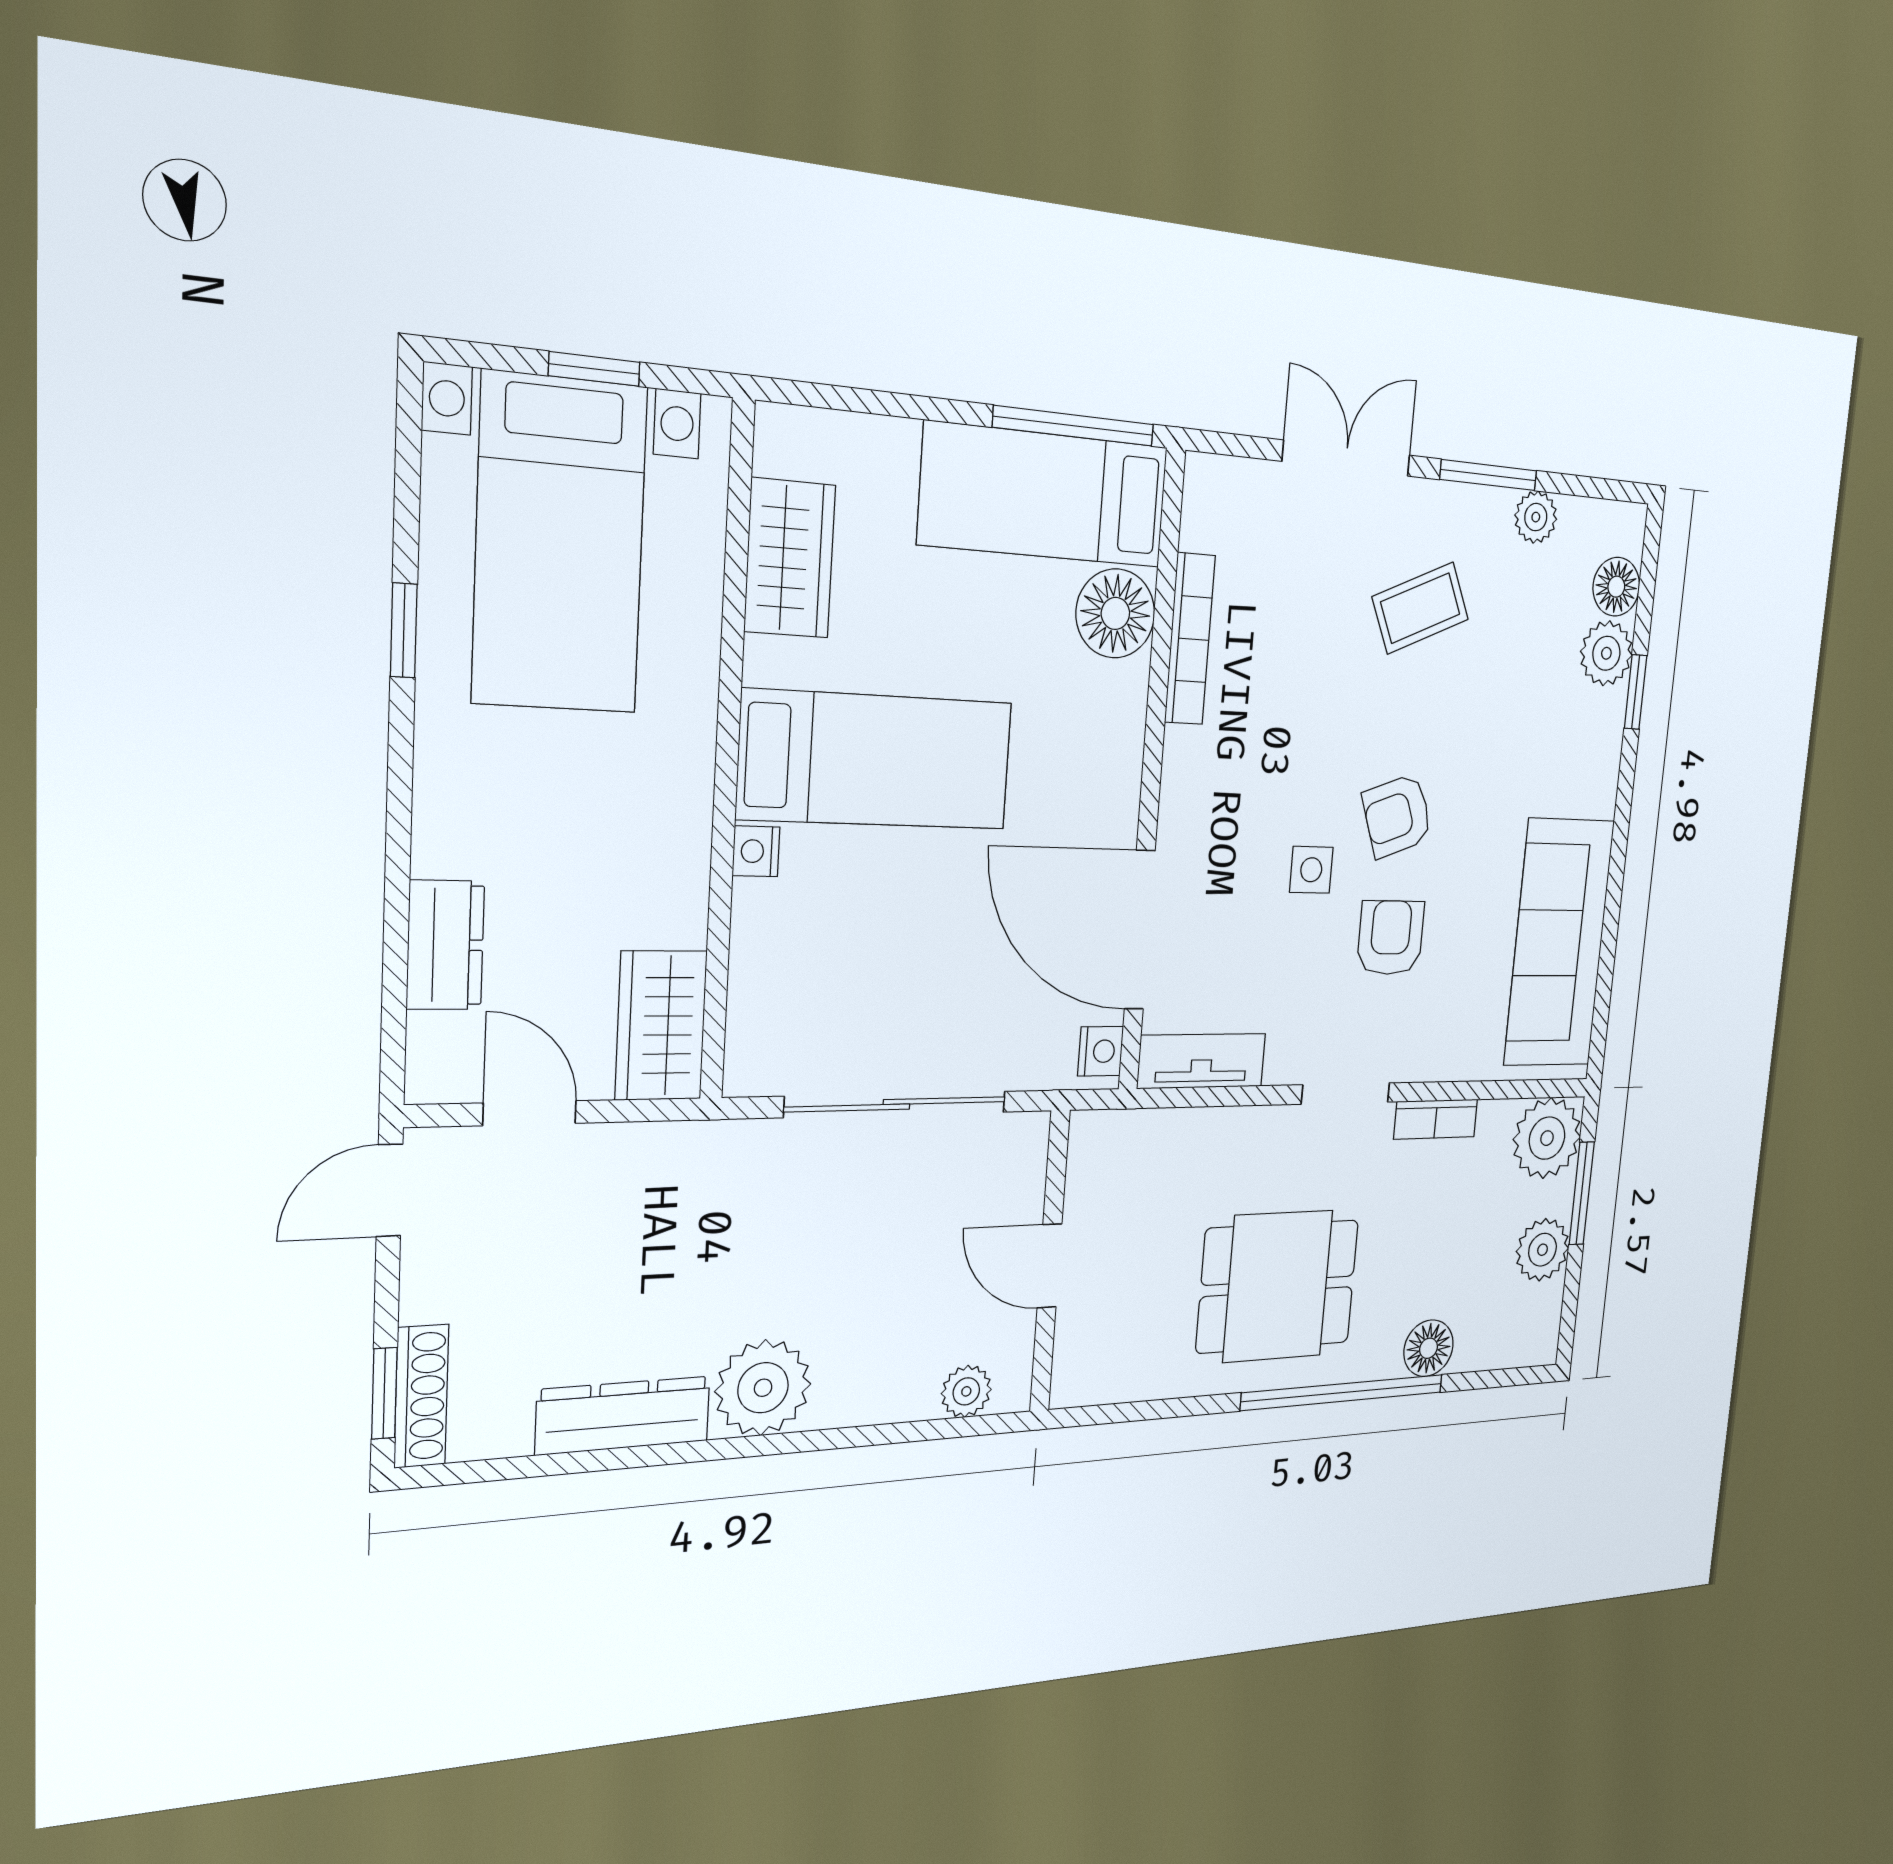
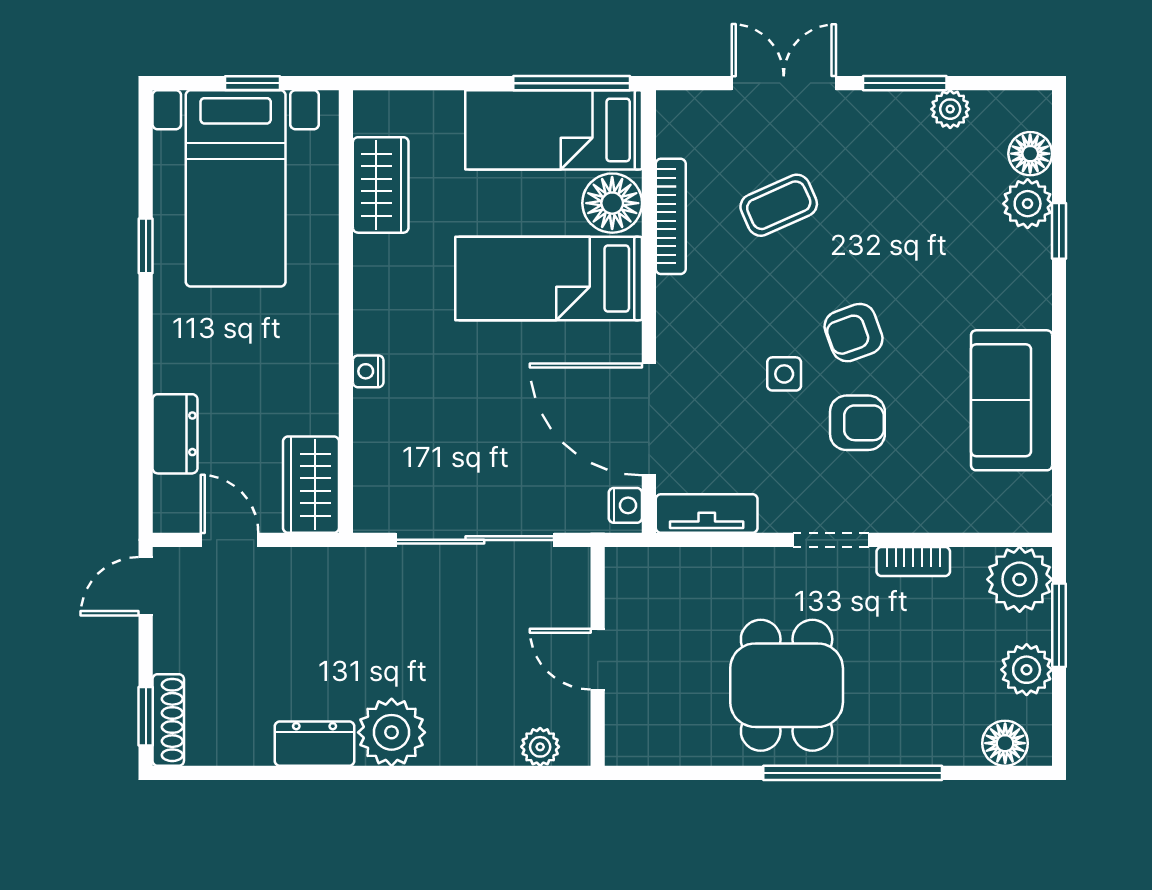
coffee table: (1420, 608) -> (779, 205), moved
bed: (876, 760) -> (549, 278), moved, turned 180
armchair: (1390, 938) -> (857, 423), turned 90
sofa: (1559, 943) -> (1012, 400), width x0.73
dining table: (1278, 1286) -> (787, 685), turned 90
floor lamp: (1429, 1348) -> (1005, 743), moved
dresser: (623, 1415) -> (315, 744), width x0.70

